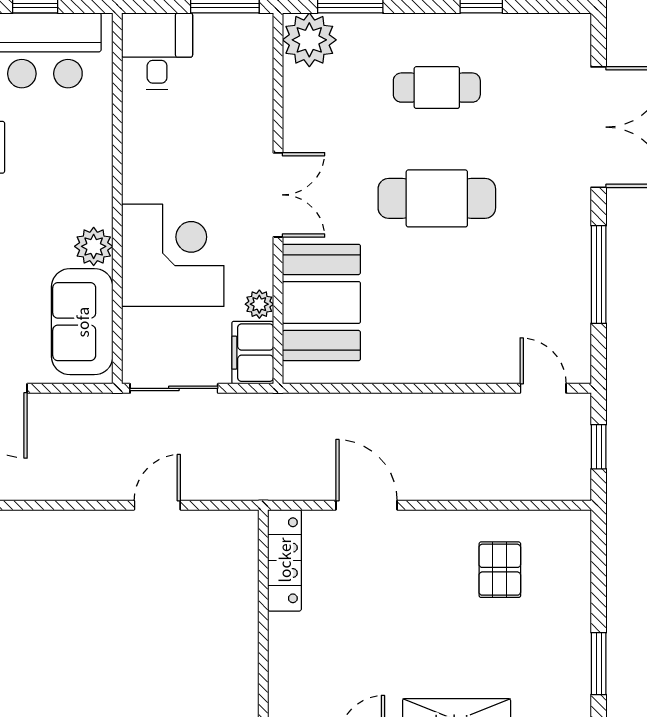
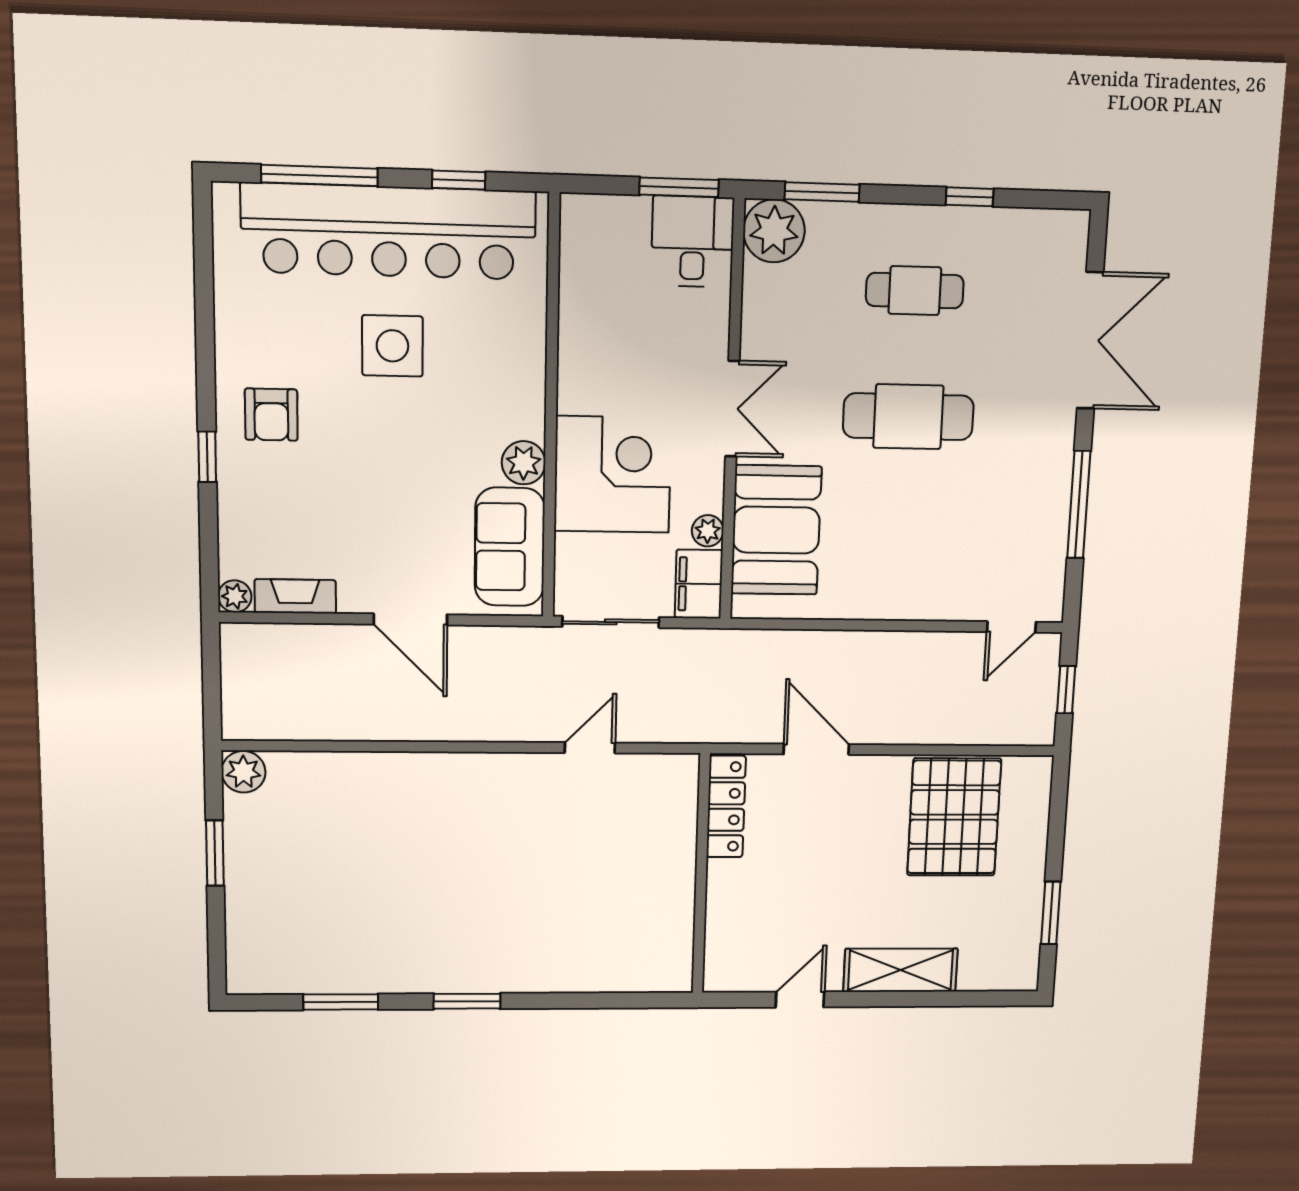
desk: (157, 51) -> (693, 242), moved
door: (543, 388) -> (1011, 627), swing flipped
pallet: (500, 570) -> (954, 817), width x2.05, depth x2.00

